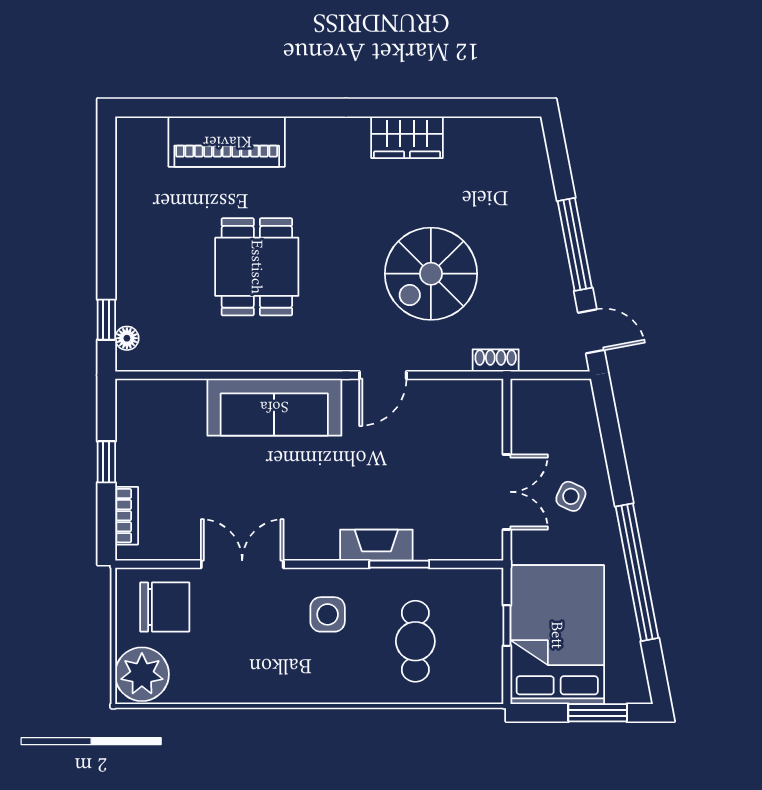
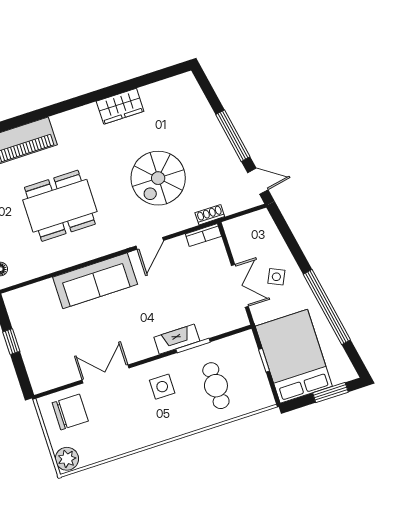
dining table: (257, 267) -> (60, 206), width x1.38
bookcase: (127, 516) -> (203, 235), moved, turned 90
plant: (142, 674) -> (67, 459), width x0.73, depth x0.73

